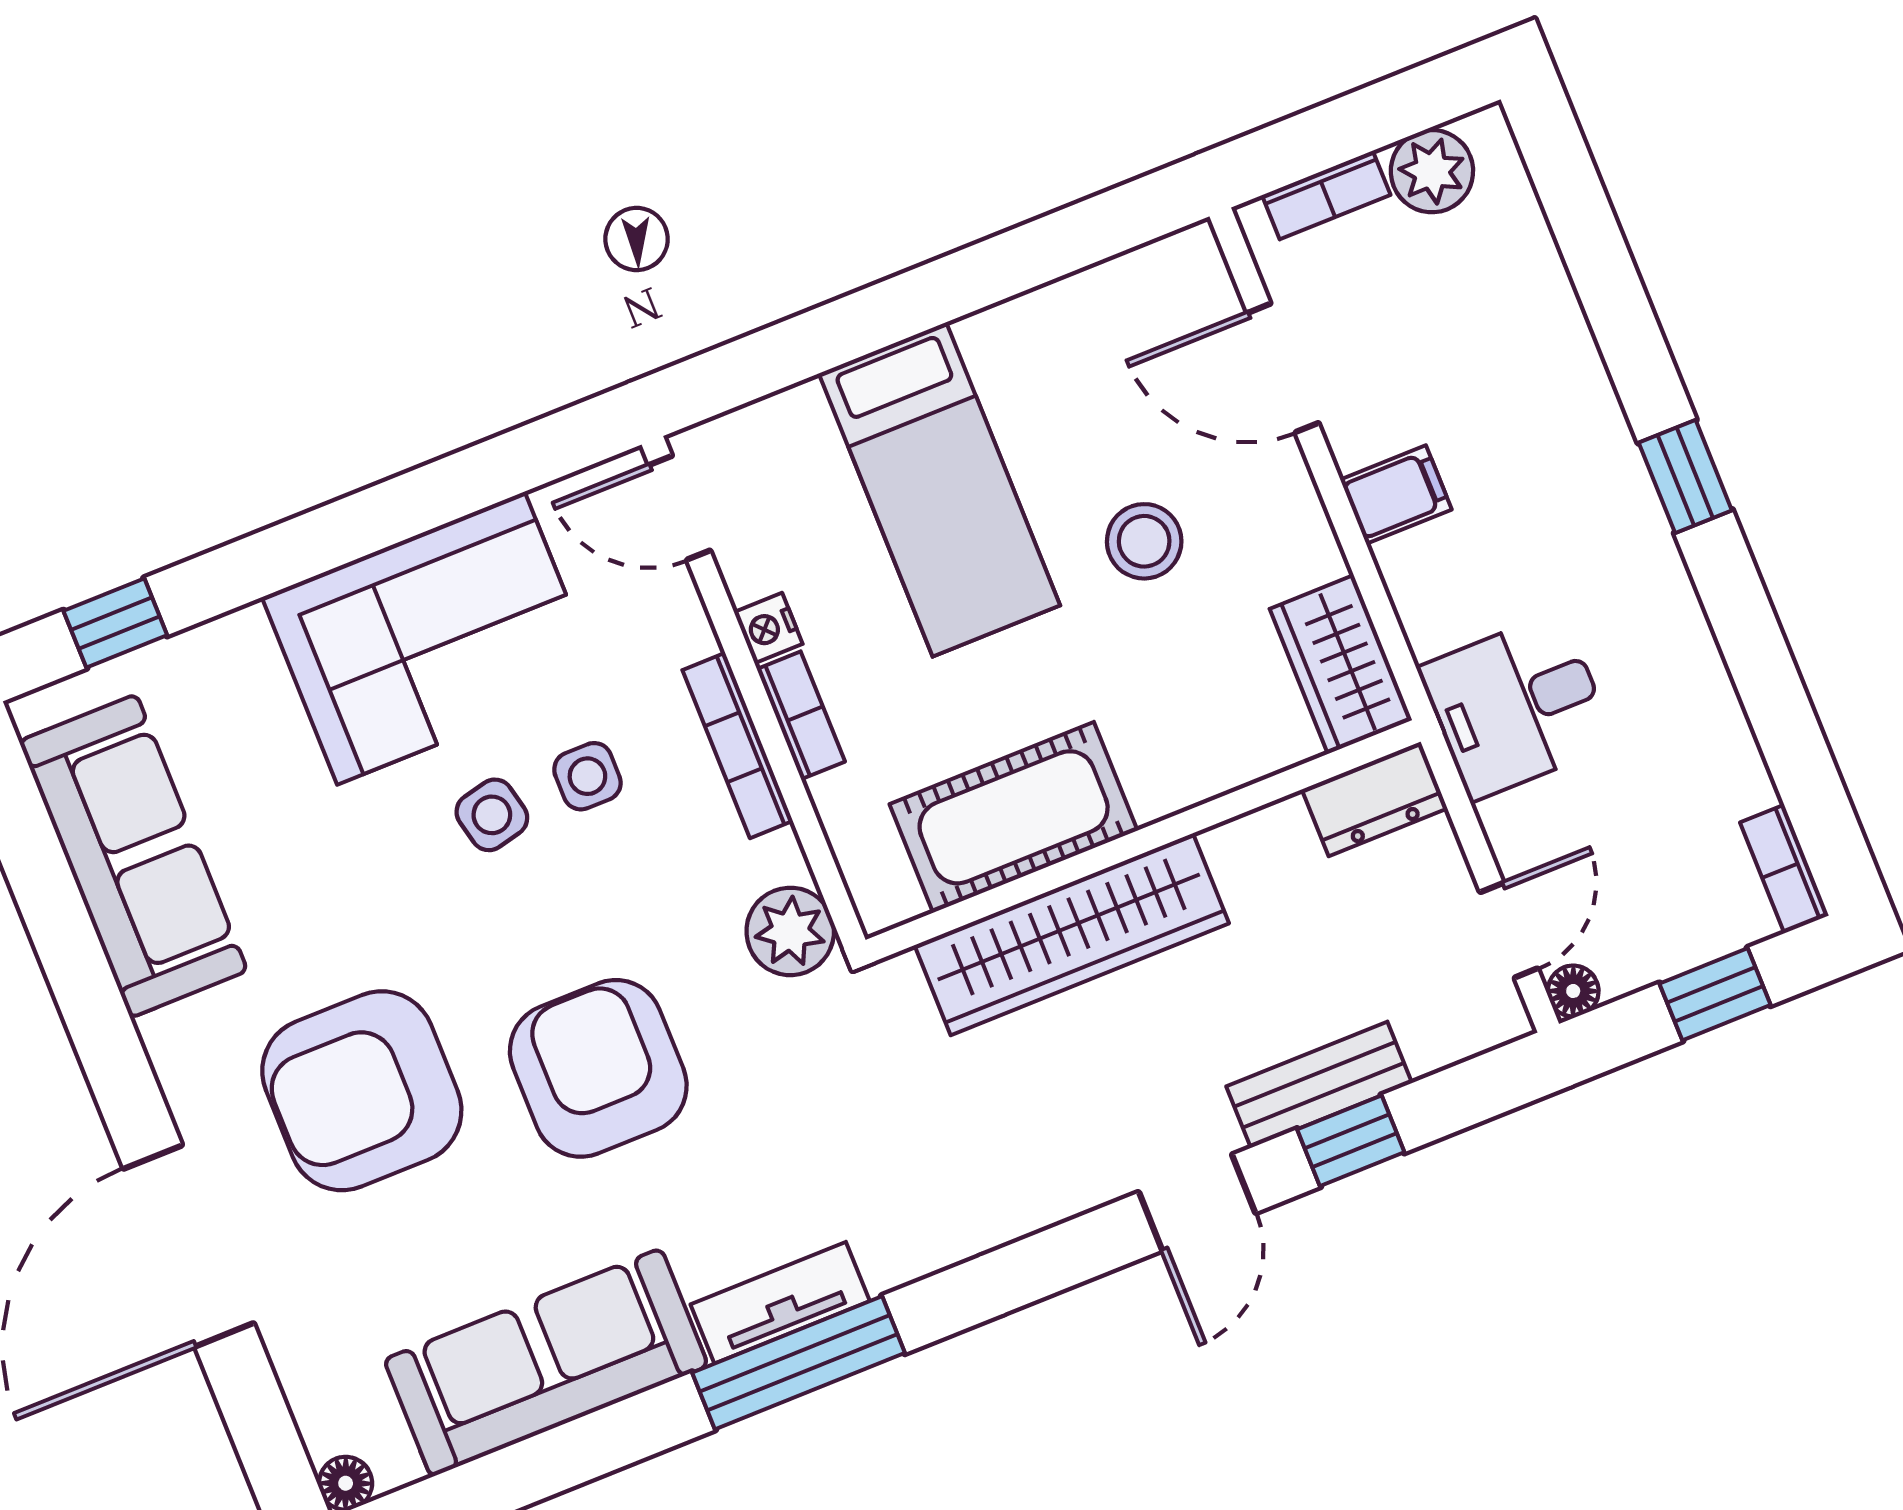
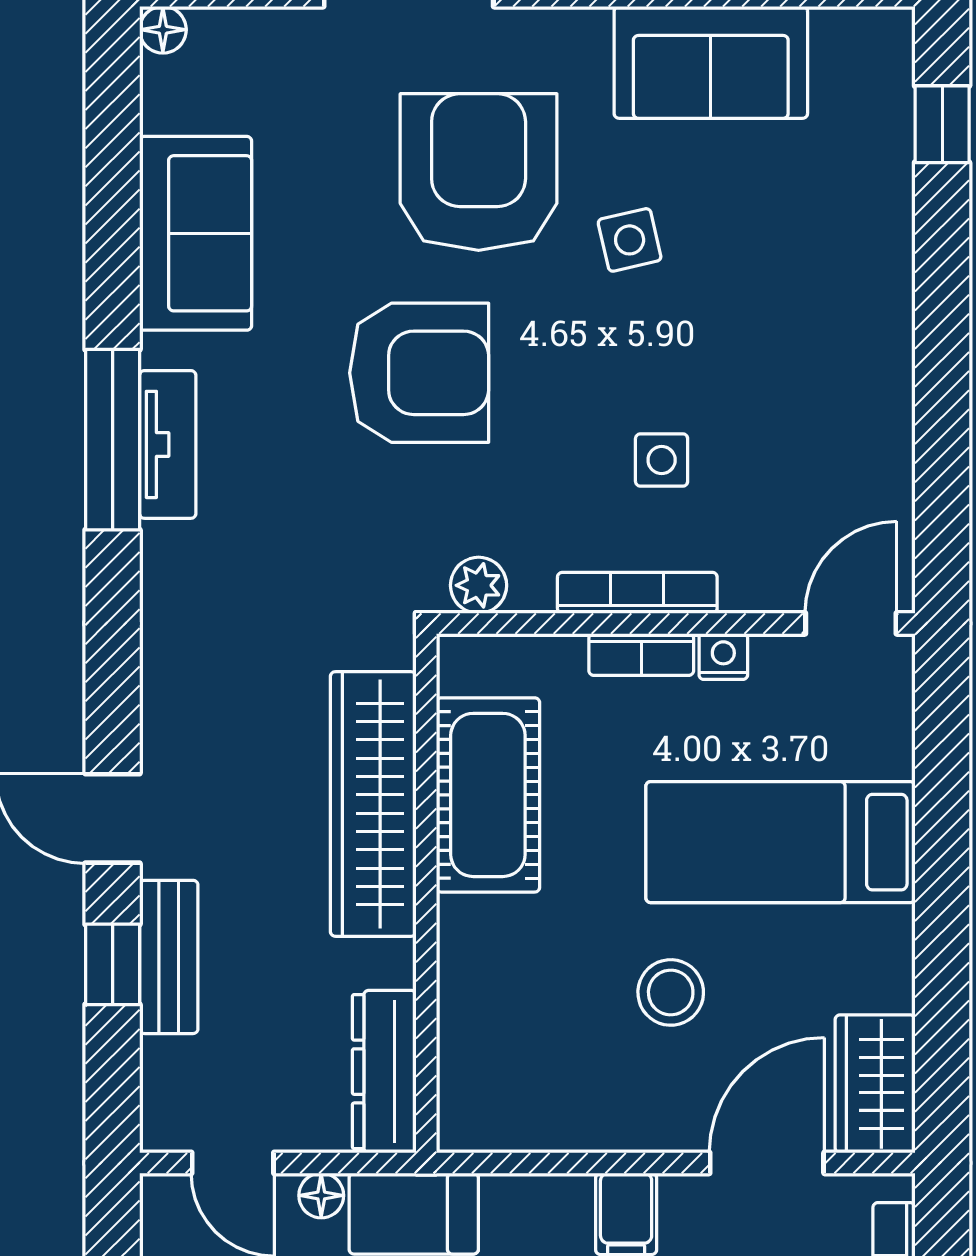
corner sofa: (431, 638) -> (826, 377), removed
wardrobe: (1341, 665) -> (875, 1084), moved, turned -90
dresser: (1375, 799) -> (384, 1072), width x1.44
side table: (492, 815) -> (630, 240), moved
sofa: (133, 856) -> (711, 62), width x0.73
plant: (790, 931) -> (479, 585), width x0.73, depth x0.73
floor lamp: (1573, 991) -> (321, 1195), moved
sofa: (546, 1363) -> (196, 233), width x0.73

